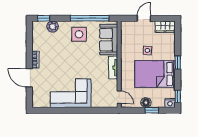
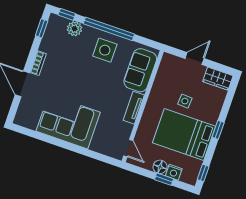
window: (90, 18) -> (109, 29), moved
window: (29, 34) -> (42, 28), added
nightstand: (170, 103) -> (174, 172), moved

